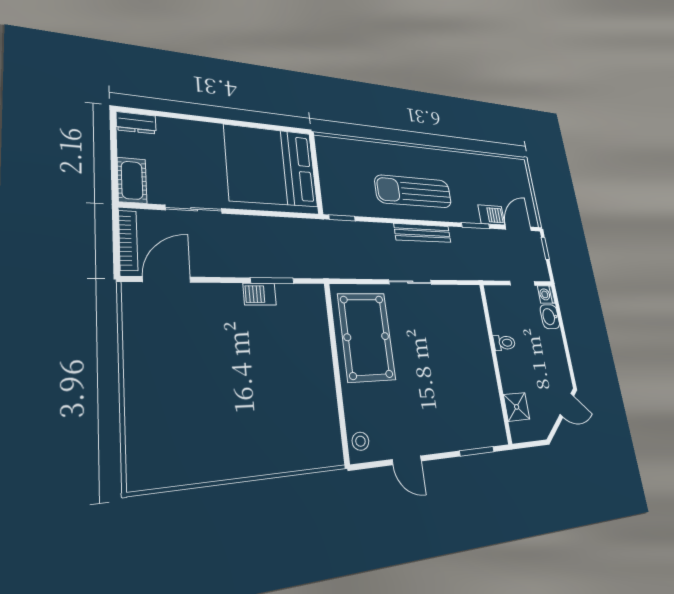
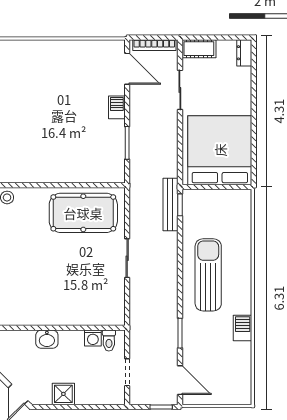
barbecue: (491, 215) -> (243, 328), moved, turned 180
bench: (423, 233) -> (170, 204), moved
barbecue: (260, 294) -> (117, 107), moved
washing machine: (546, 294) -> (93, 338), moved, turned 180
washbasin: (550, 317) -> (47, 339), moved, turned 180
toilet: (504, 343) -> (109, 340), moved
shower: (517, 407) -> (63, 394), moved

